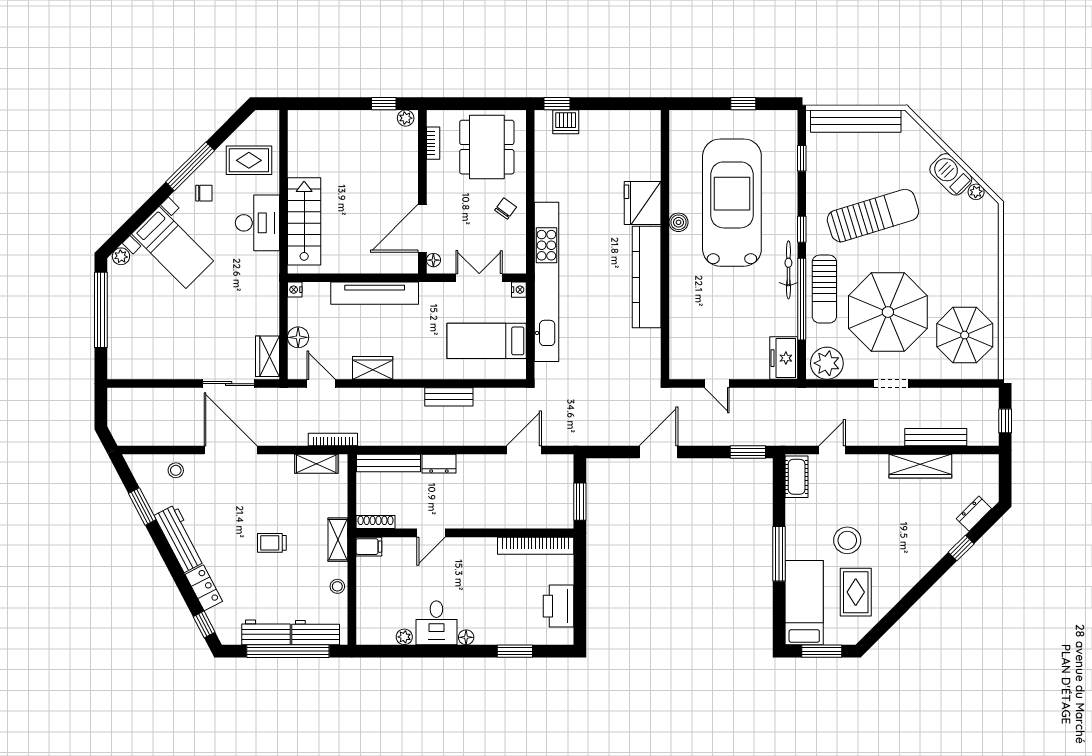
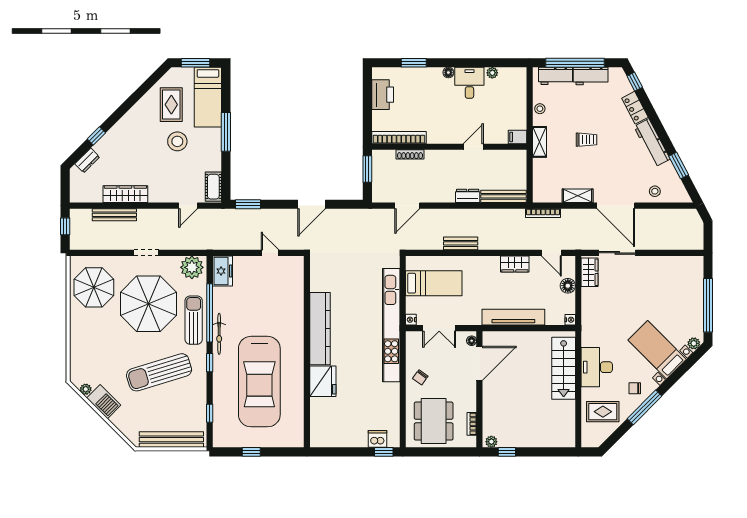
boiler: (679, 222) -> (297, 368), removed
shelving: (316, 464) -> (578, 196), moved
shoe rack: (375, 522) -> (410, 154), moved

